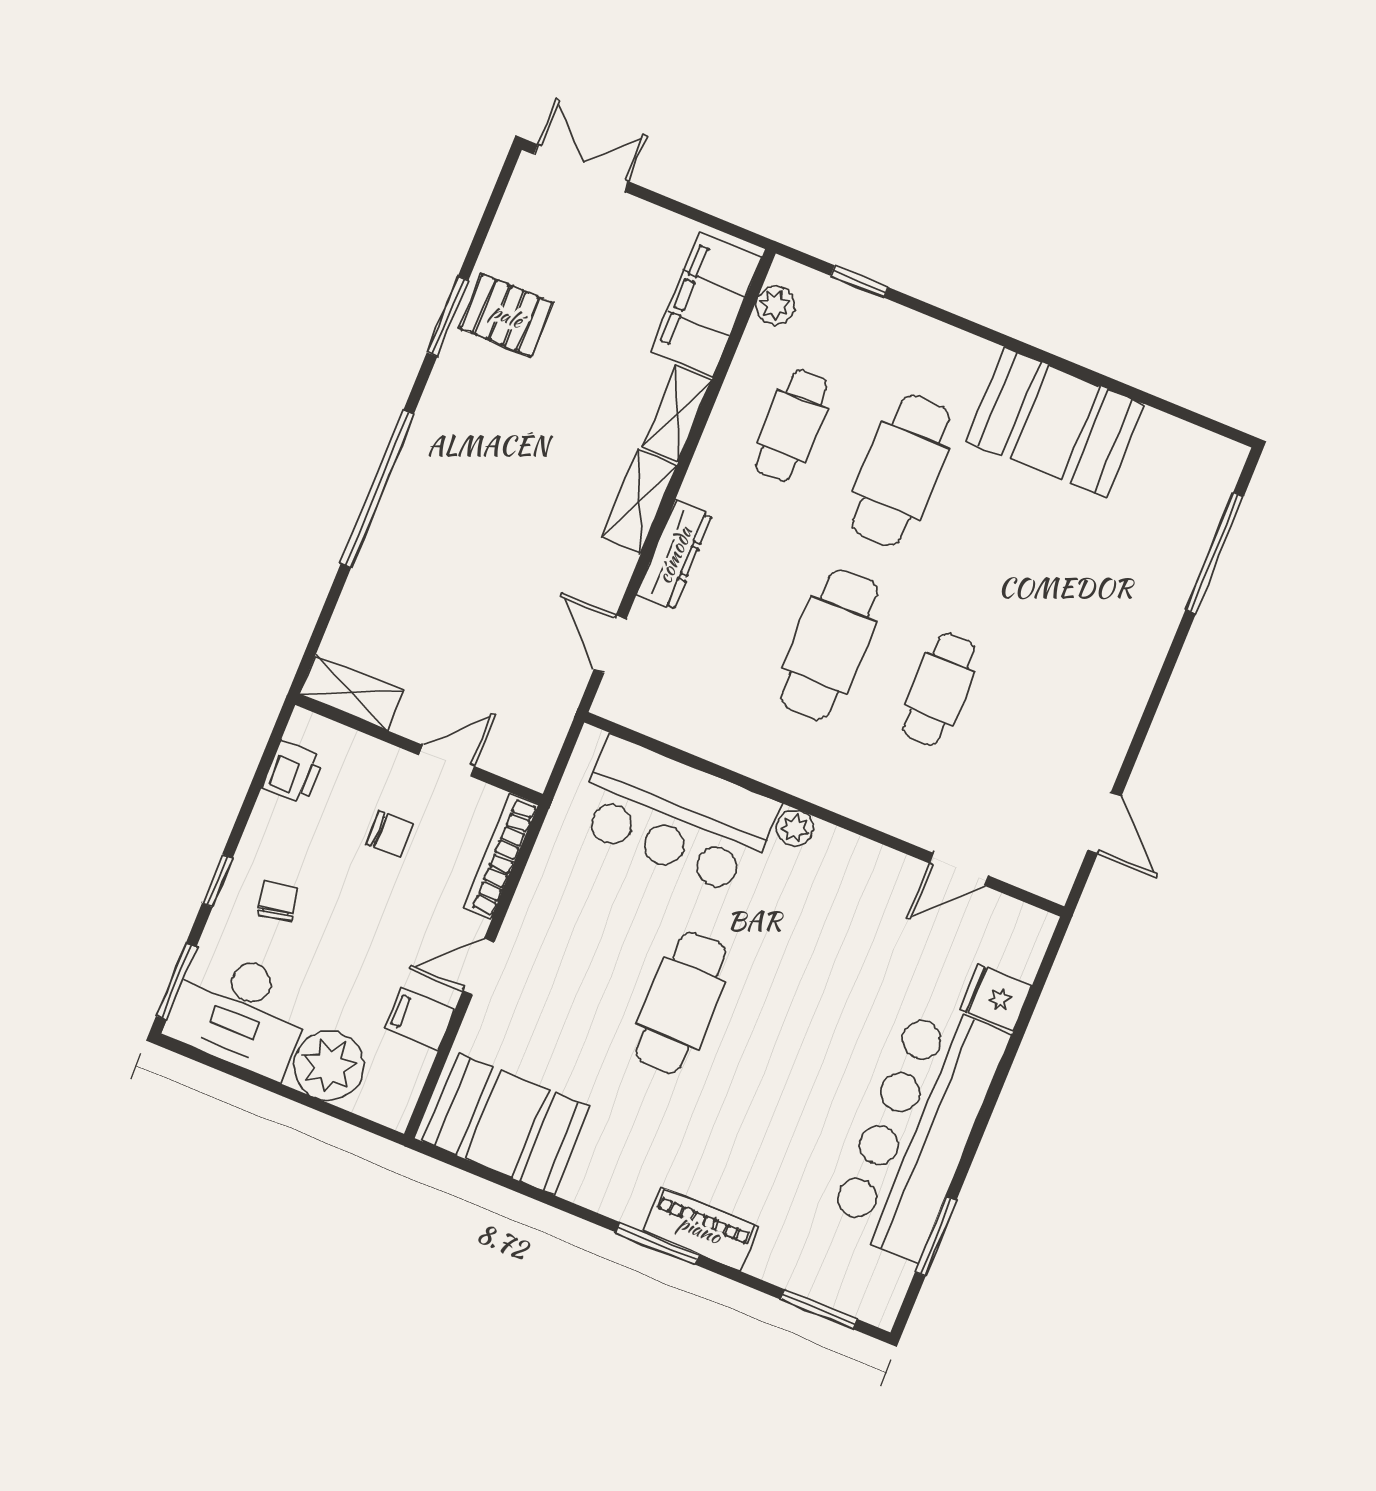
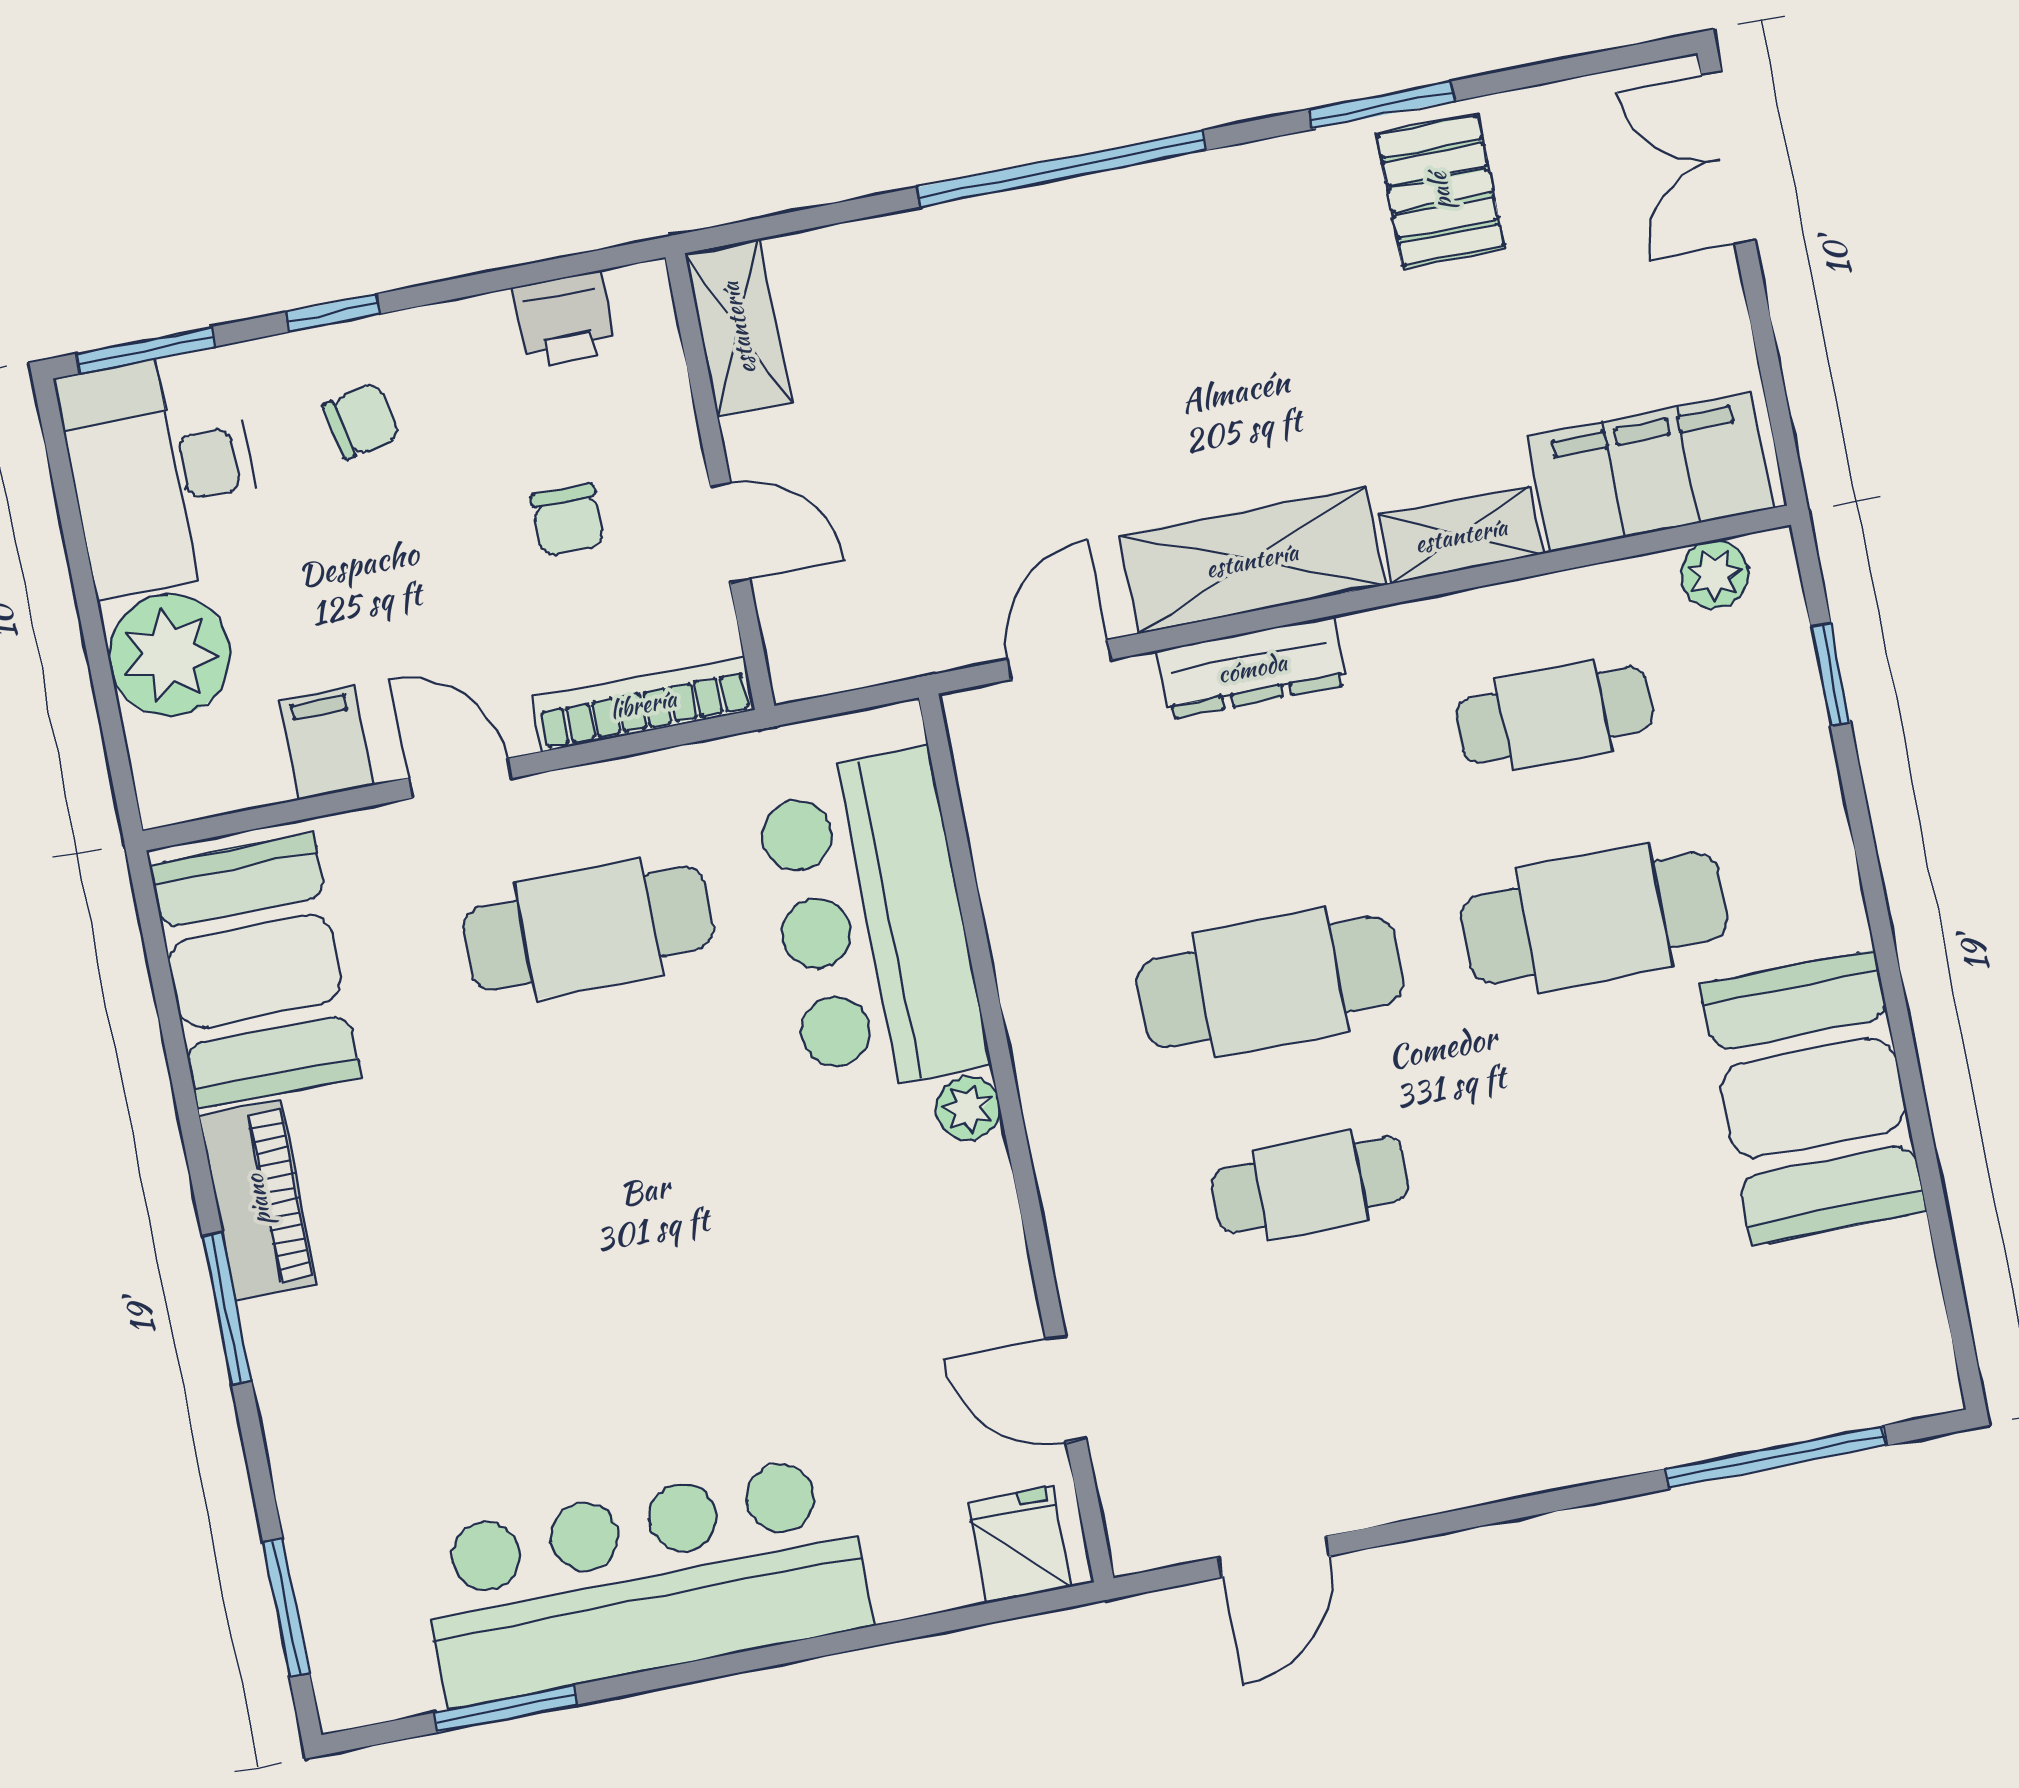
double door: (581, 168) -> (1728, 158), swing flipped
shelving: (639, 501) -> (1252, 560), width x1.50, depth x1.33
fridge: (995, 997) -> (1019, 1545), moved
cafe table: (681, 1003) -> (588, 928), moved
piano: (700, 1229) -> (258, 1200), moved

